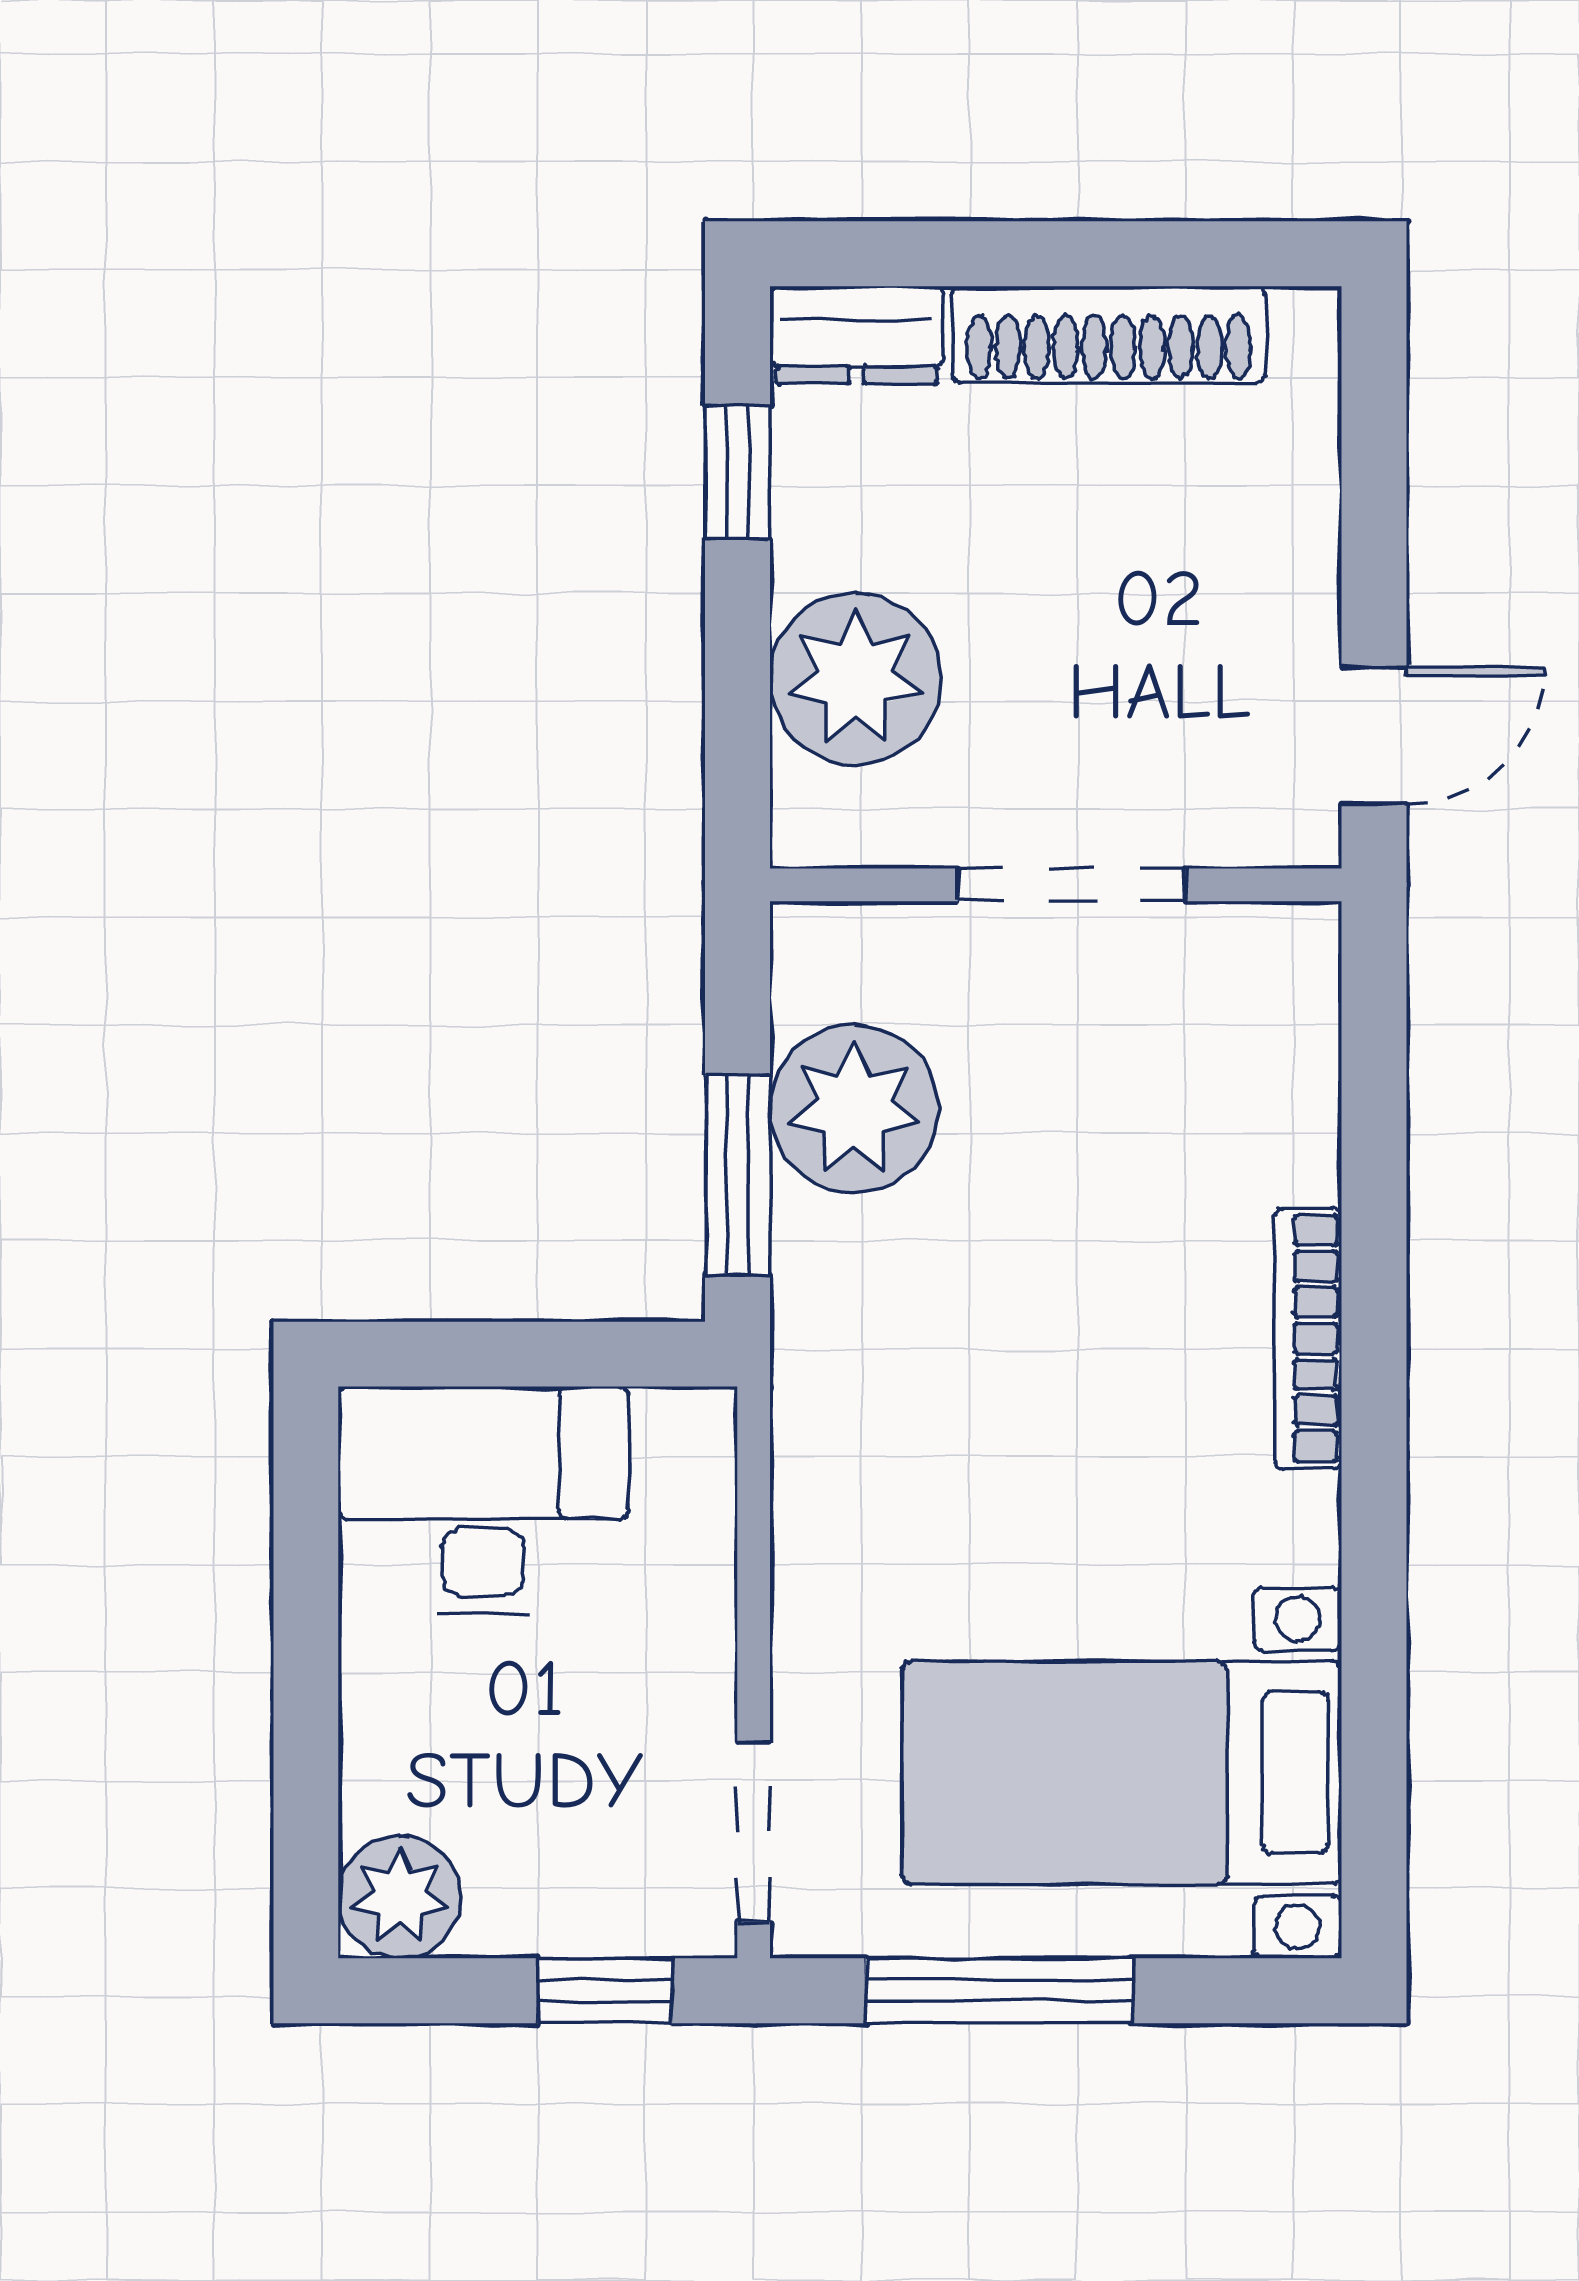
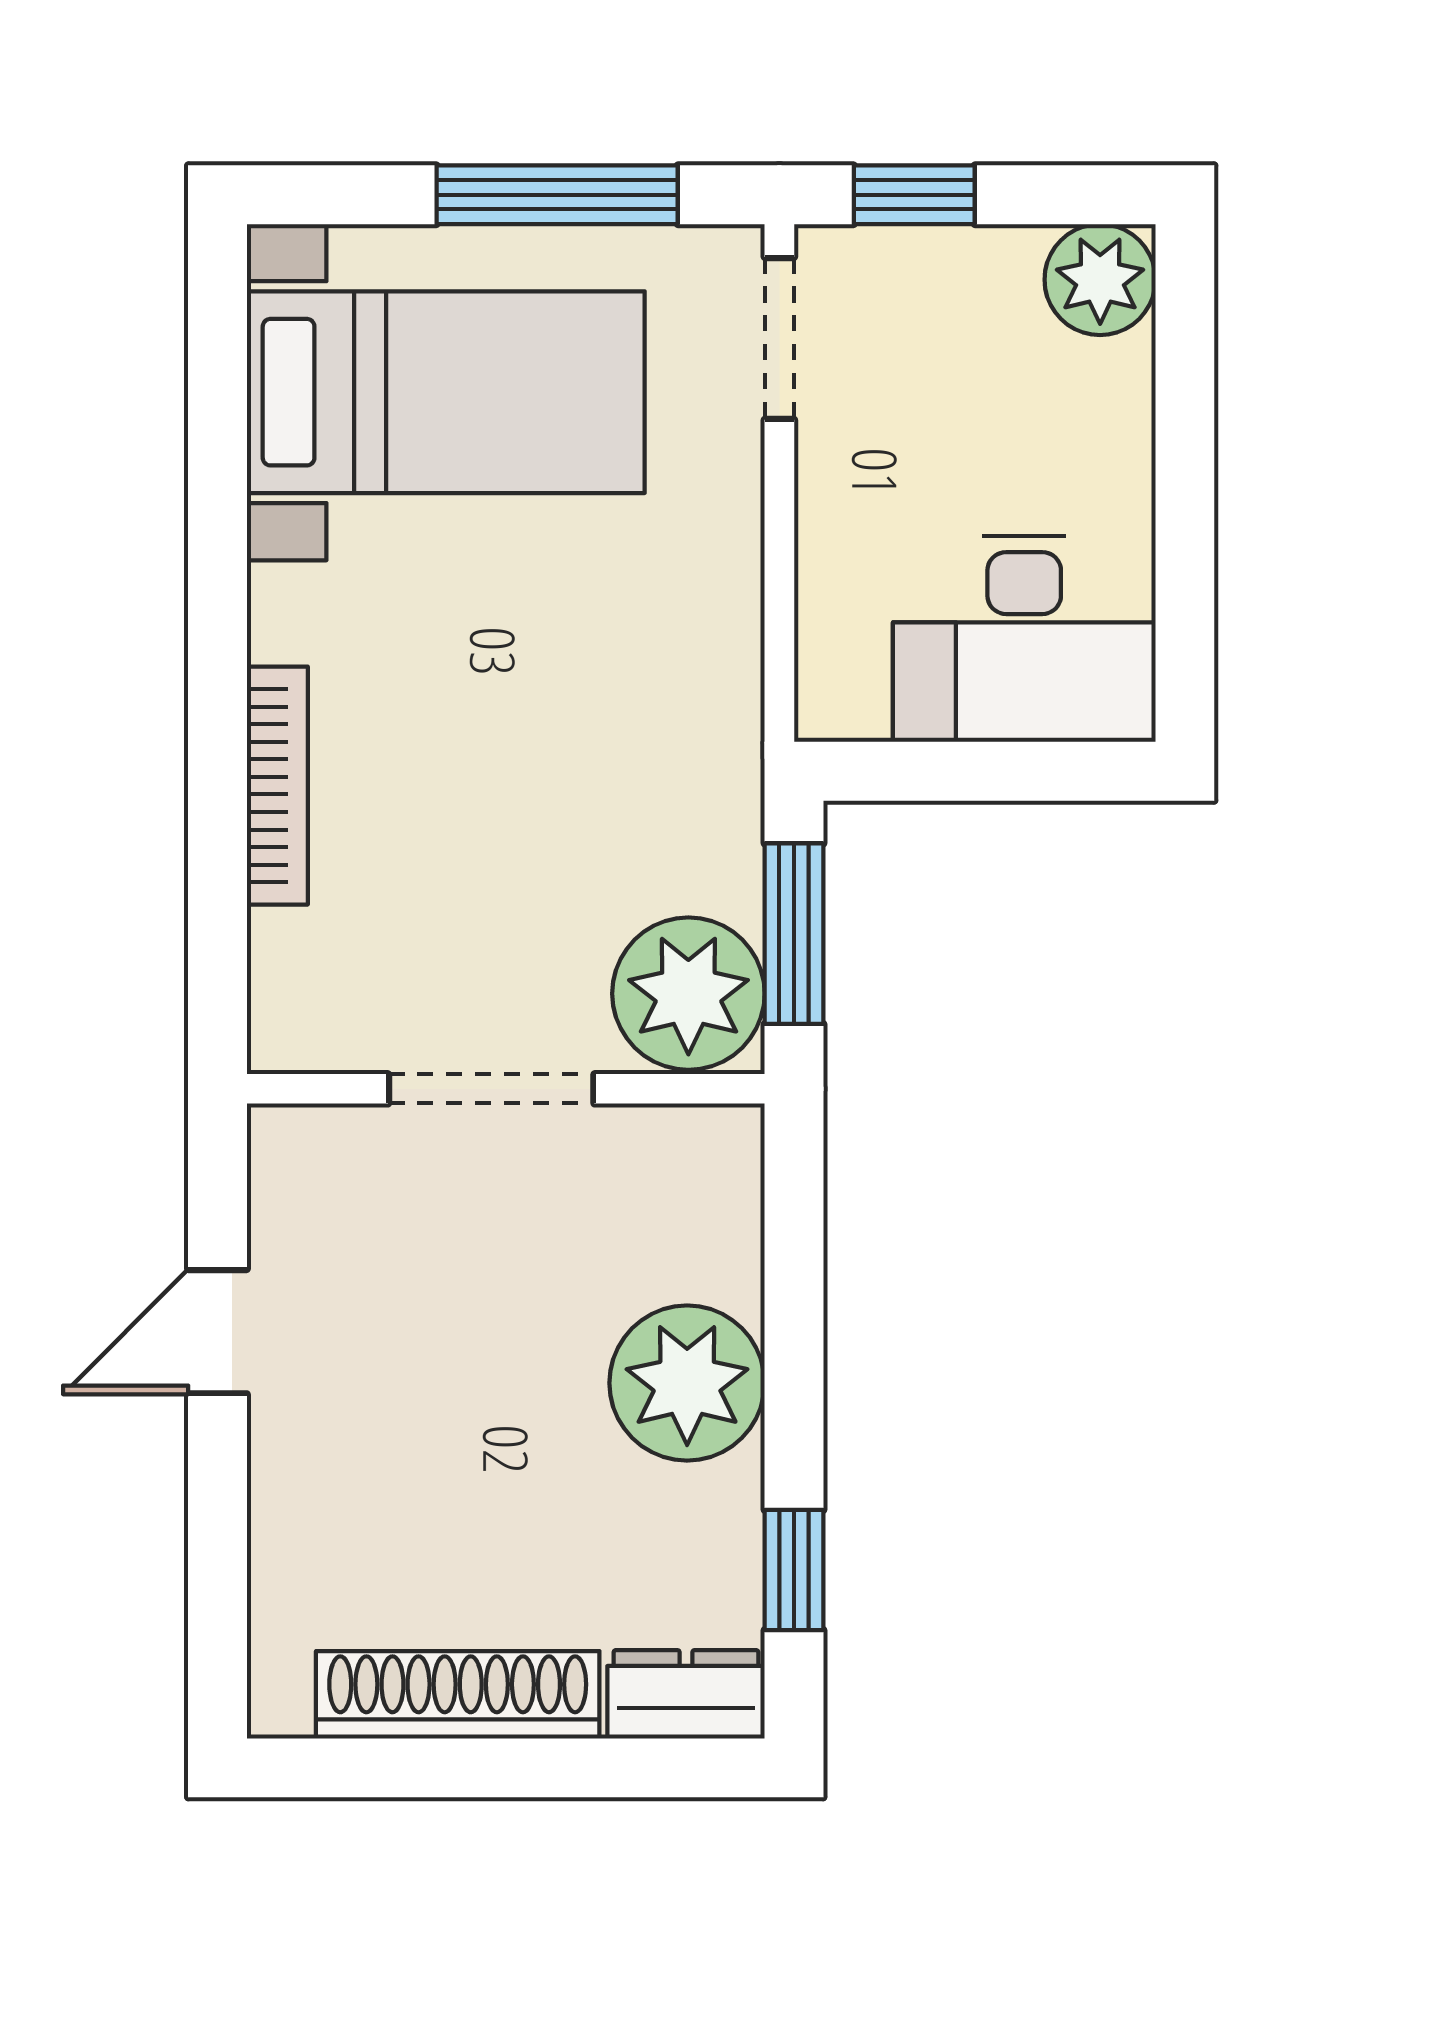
wall: (1056, 885) -> (506, 1089), moved
doorway: (1072, 885) -> (491, 1089), moved

